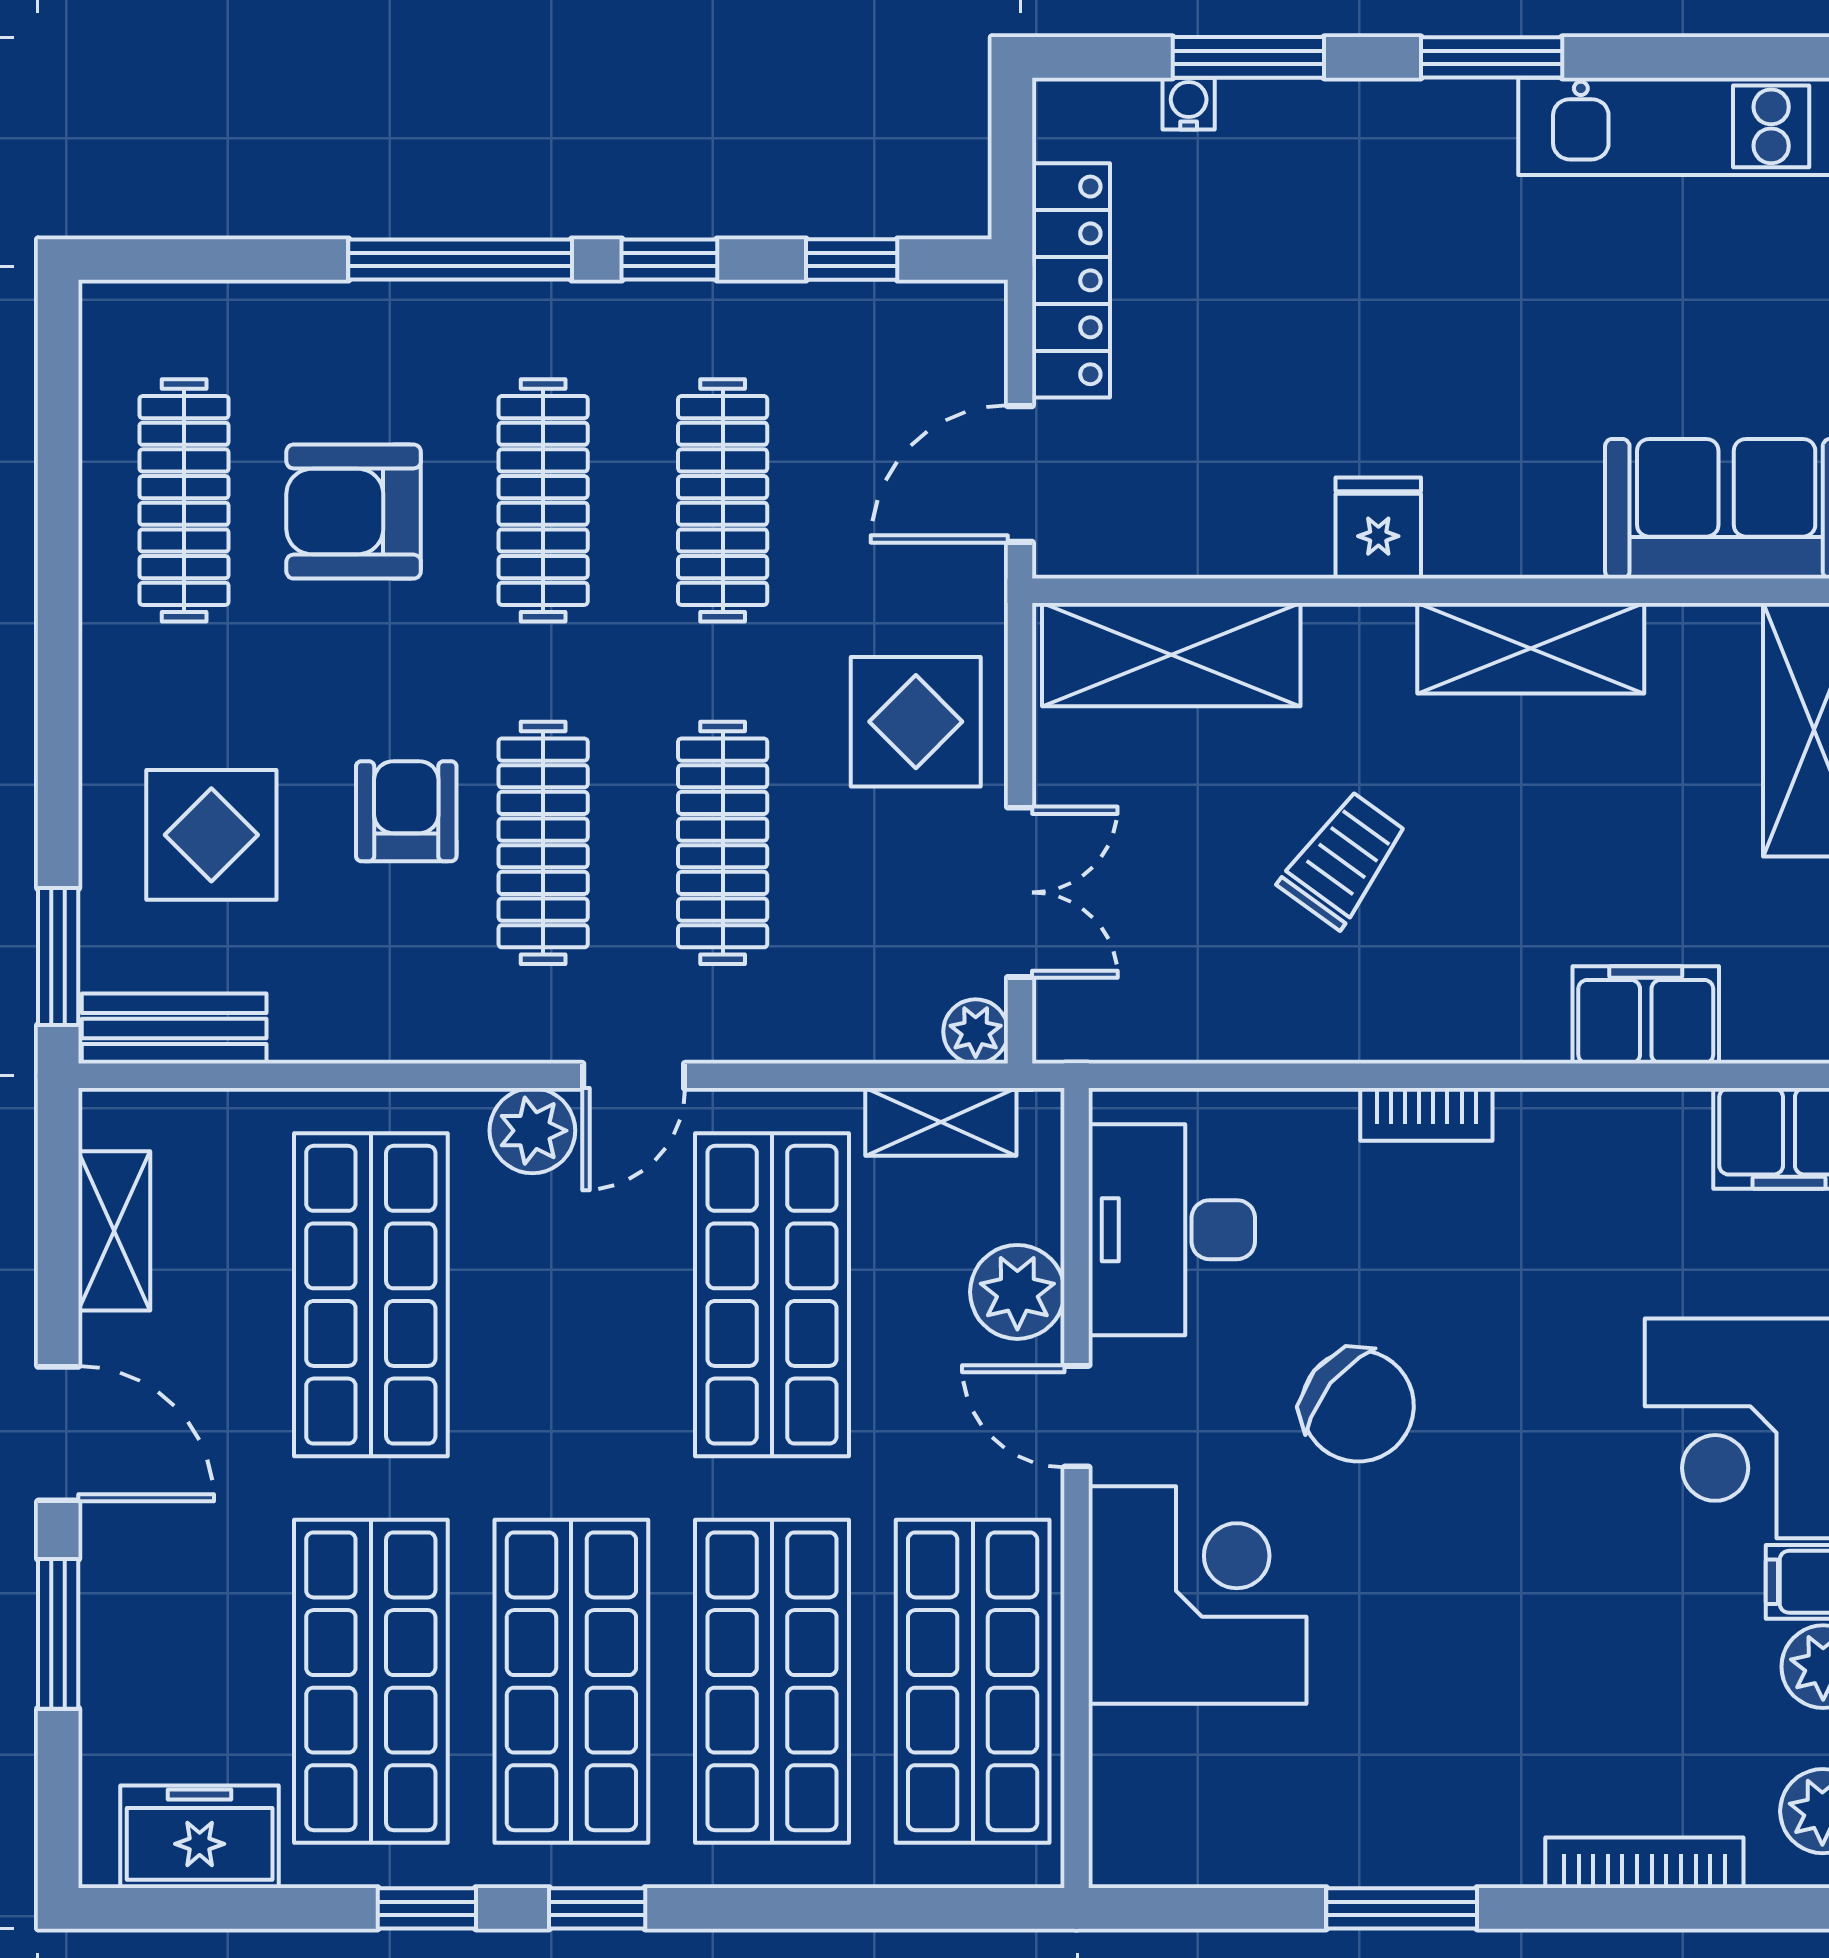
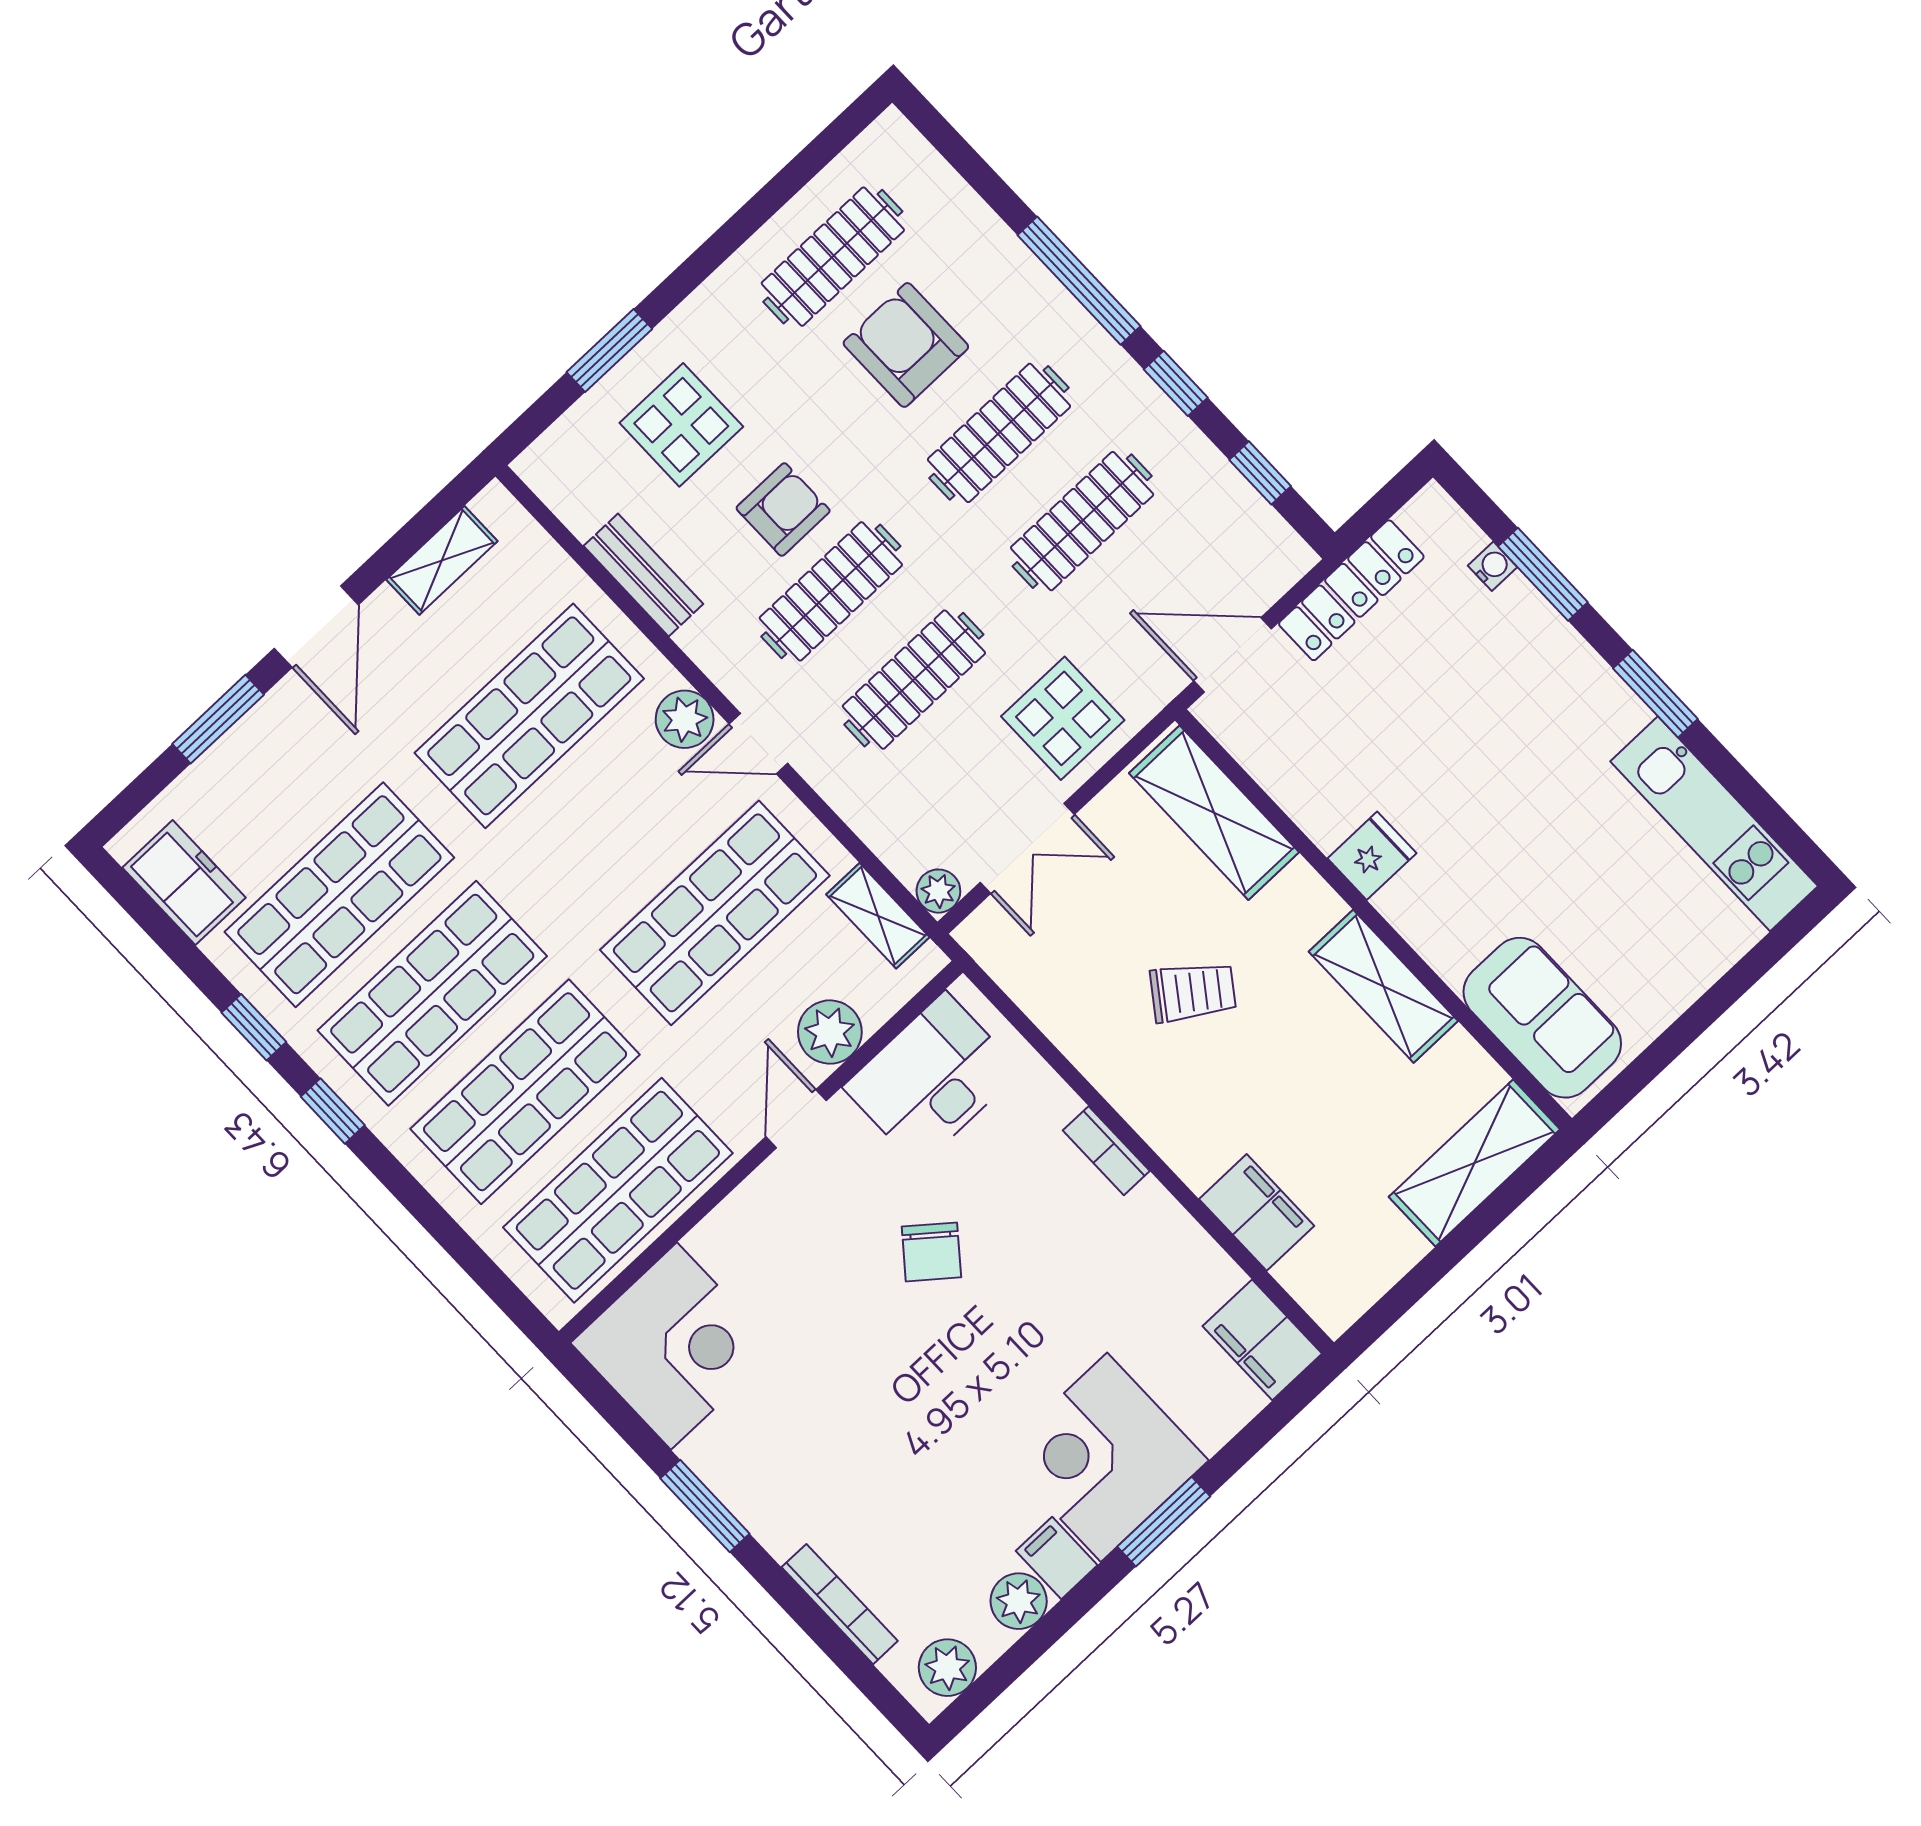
window: (58, 957) -> (609, 350), moved
bench: (174, 1028) -> (643, 575), moved
chair: (1358, 1406) -> (931, 1252), width x0.73, depth x0.73
corner desk: (1198, 1595) -> (674, 1346), moved

